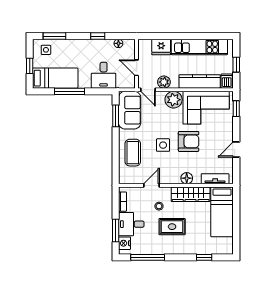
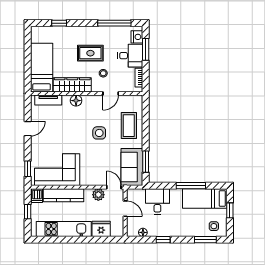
plant: (174, 100) -> (89, 177), removed
armchair: (189, 141) -> (74, 137), removed

